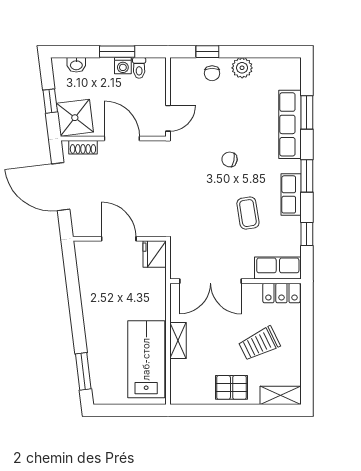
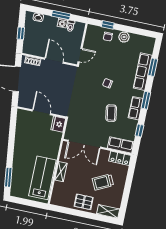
shower: (75, 118) -> (32, 45), removed

